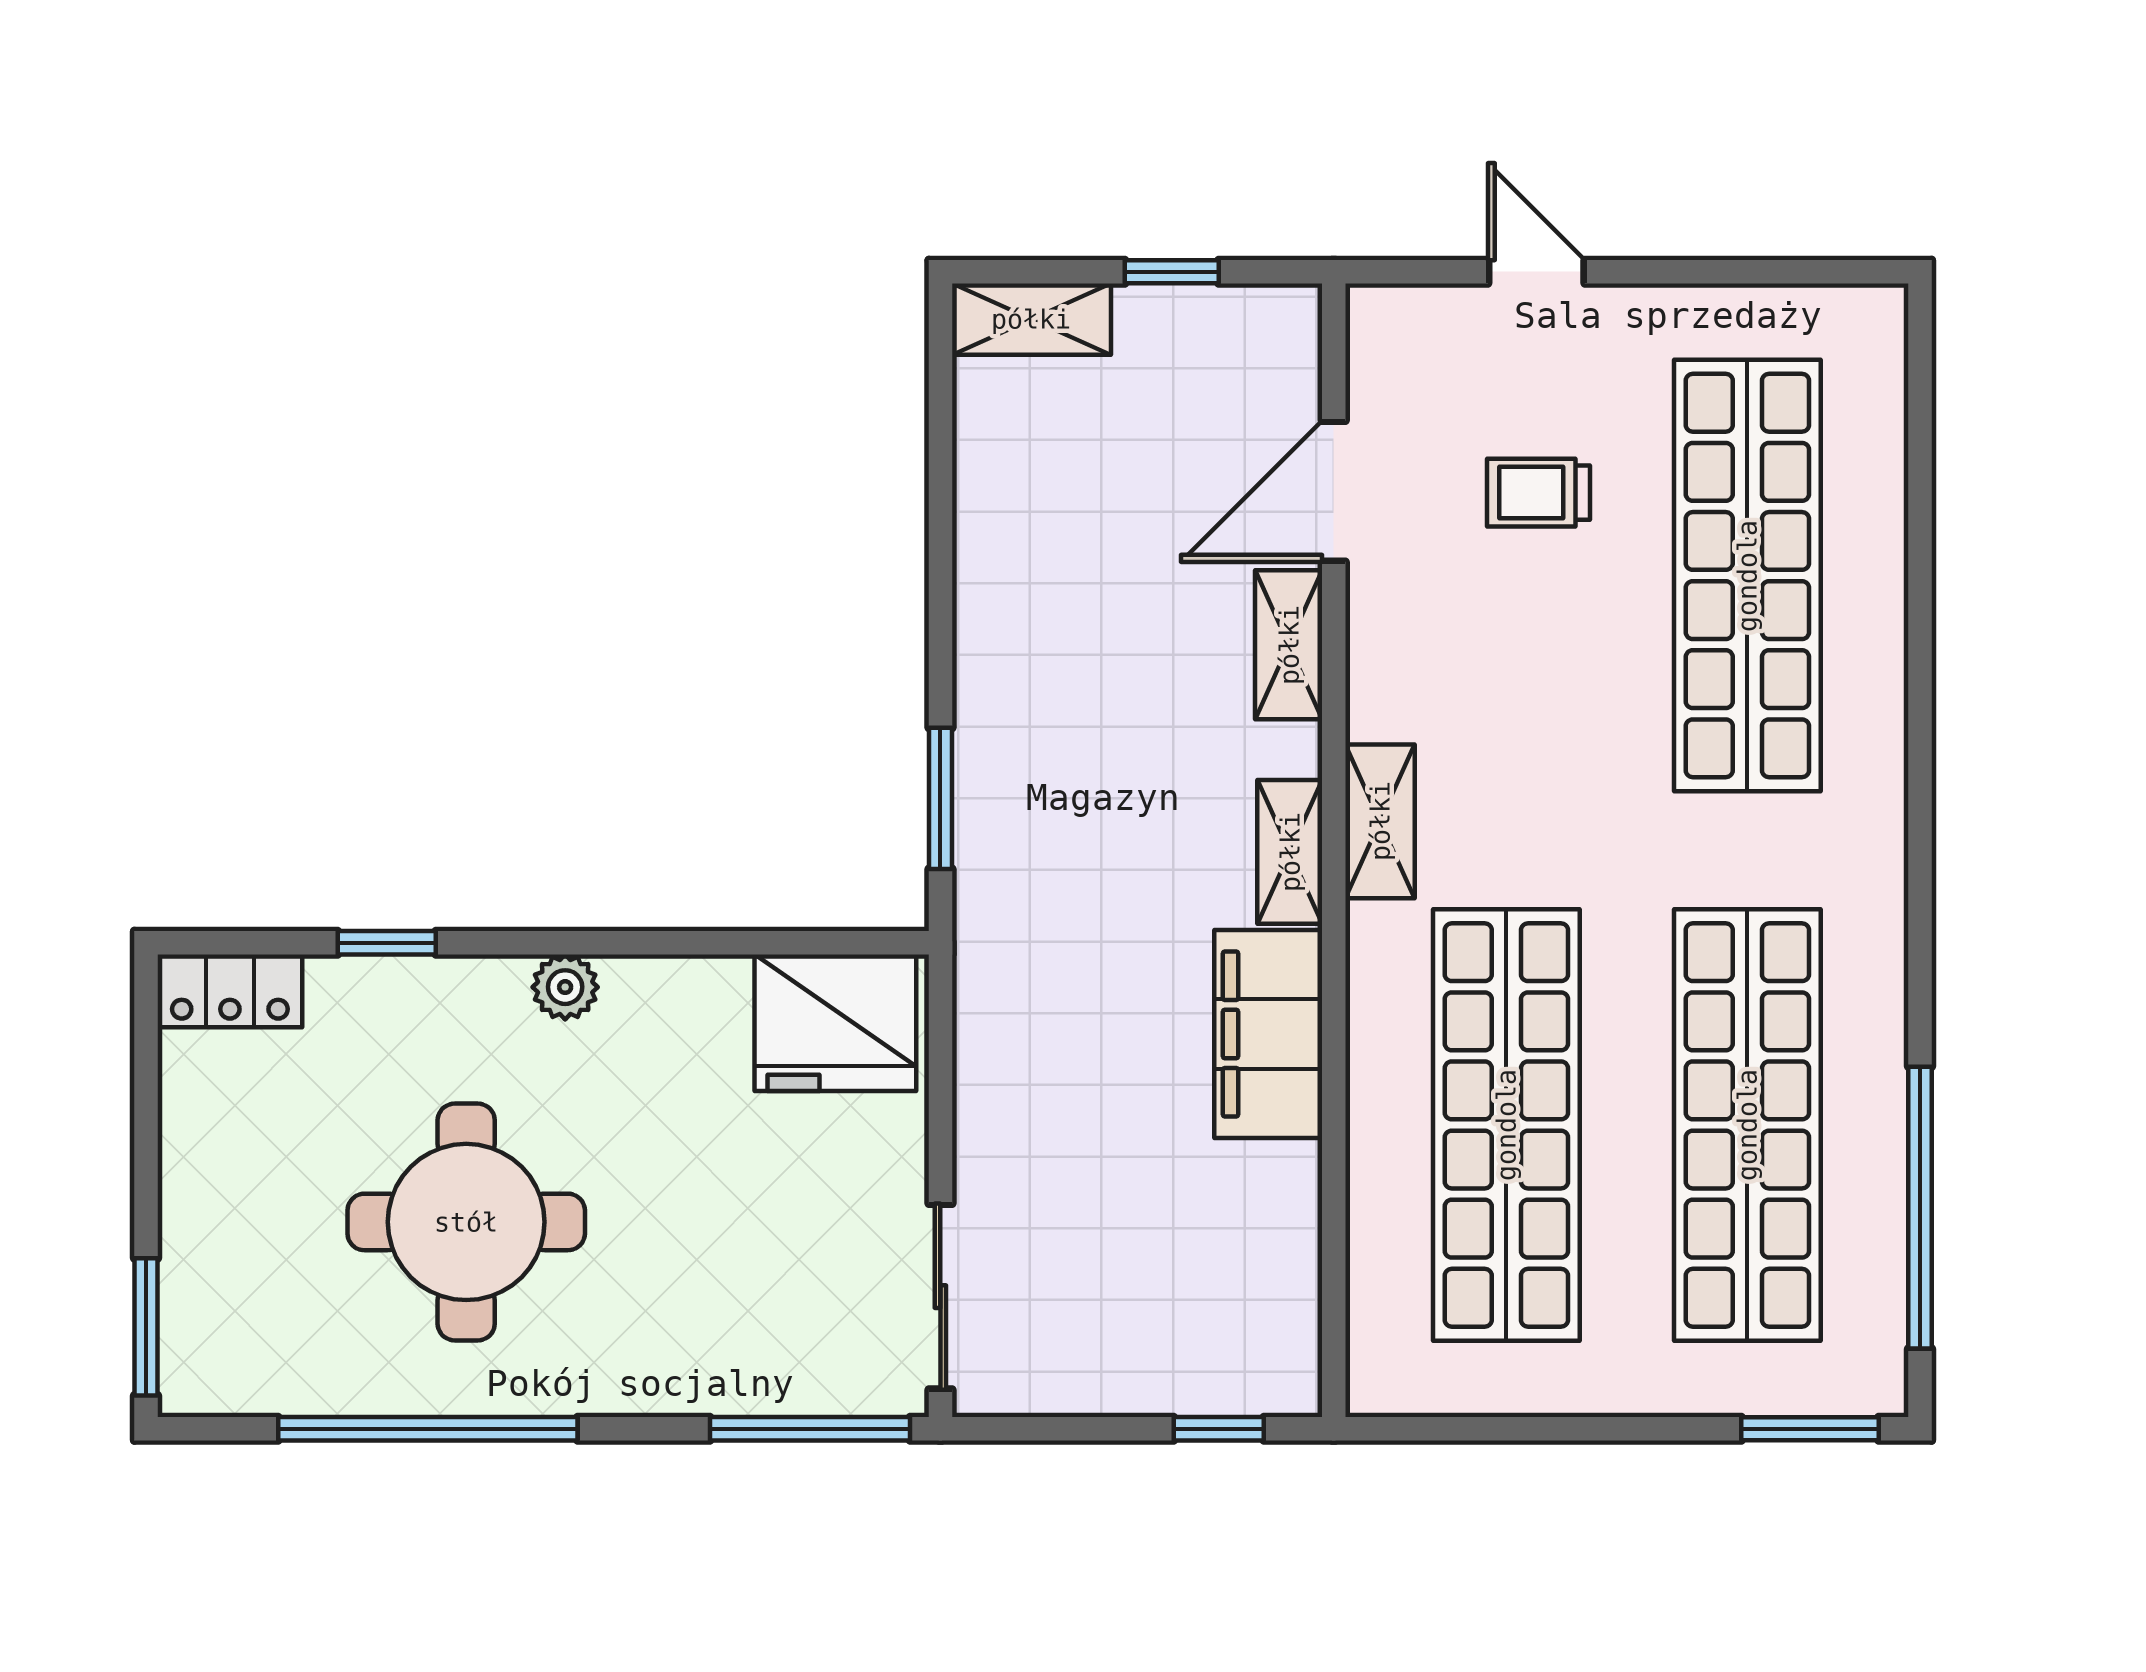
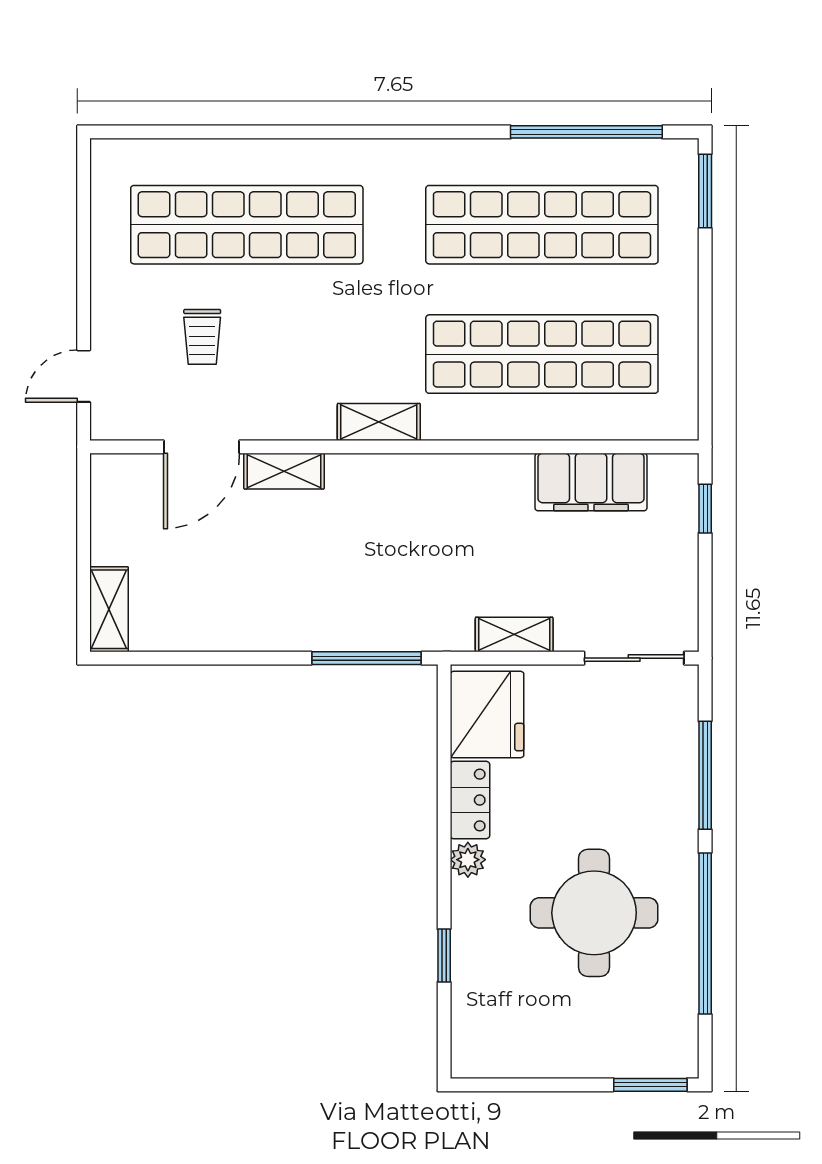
window: (1172, 272) -> (84, 534), removed
door: (1536, 272) -> (84, 376), moved
door: (1334, 491) -> (202, 447), hinge flipped
window: (940, 798) -> (366, 658), width x1.44
shelving: (1290, 852) -> (514, 634), moved
locker: (230, 991) -> (470, 800), moved
filing cabinet: (1268, 1034) -> (591, 482), moved
window: (810, 1429) -> (705, 775), moved

